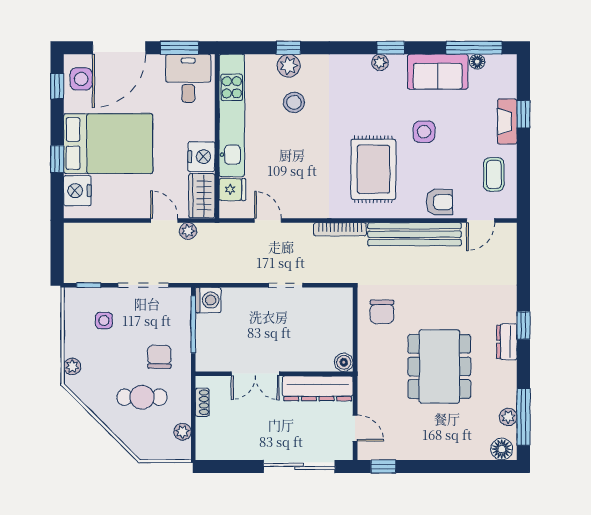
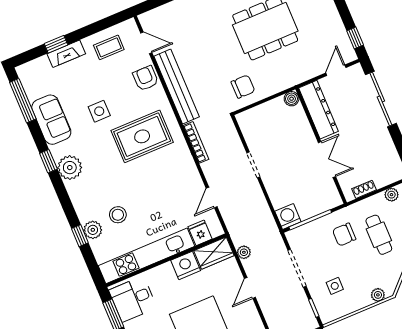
plant: (380, 62) -> (70, 168), width x1.87, depth x1.87
floor lamp: (477, 62) -> (32, 94), removed
door: (164, 220) -> (250, 288), moved

